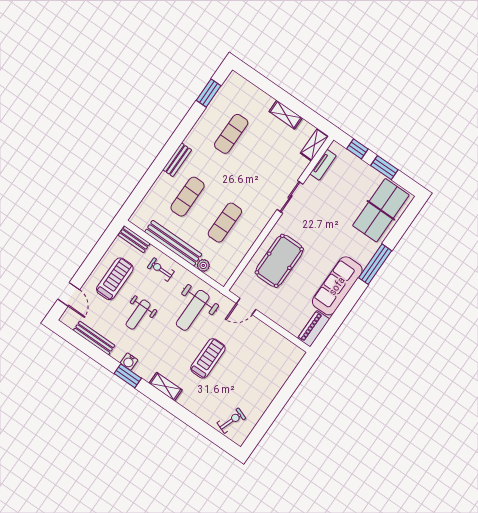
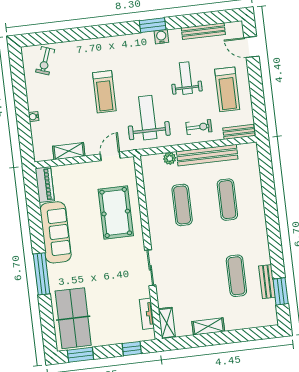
bench: (177, 160) -> (267, 282), moved
window: (384, 168) -> (80, 355), moved
shelving: (166, 387) -> (69, 151), moved
water cooler: (277, 387) -> (34, 117), added

